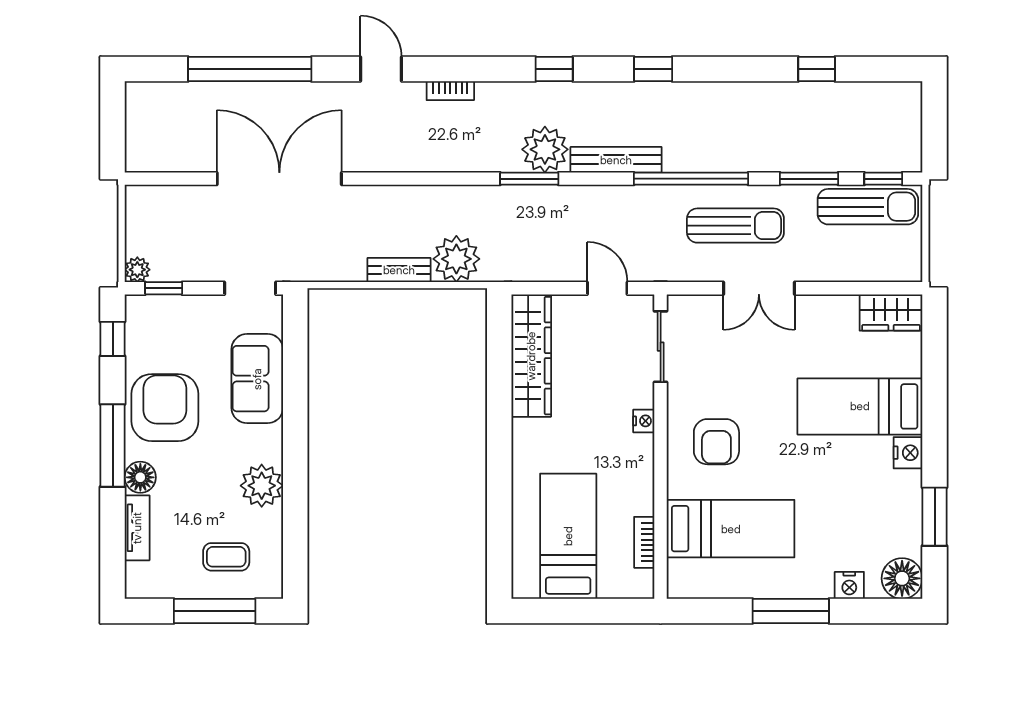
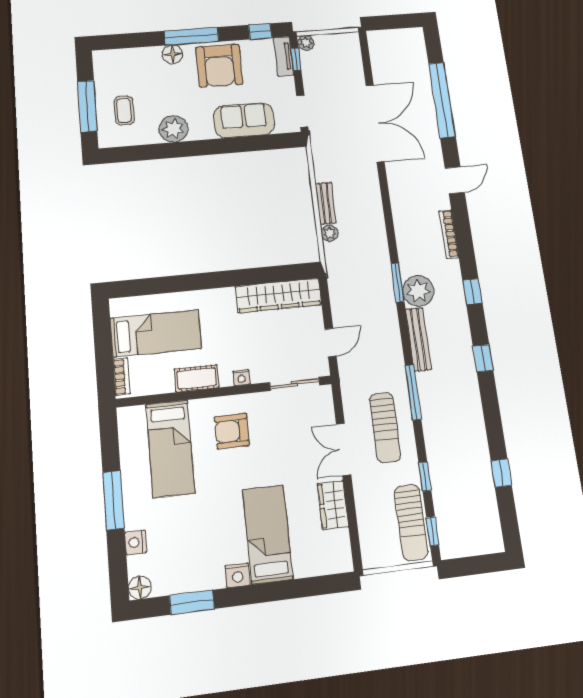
bookcase: (450, 91) -> (449, 234), width x1.56
window: (691, 179) -> (413, 392), width x0.68
window: (809, 179) -> (425, 477), width x0.67
plant: (456, 259) -> (330, 233), width x0.53, depth x0.53
wardrobe: (891, 313) -> (333, 505), moved
armchair: (165, 408) -> (219, 66), turned 90
cot: (638, 484) -> (197, 378), added
tv unit: (137, 528) -> (284, 56), moved, turned 90
bookcase: (644, 542) -> (121, 377), moved, turned 90
floor lamp: (902, 578) -> (140, 588), width x0.73, depth x0.73

